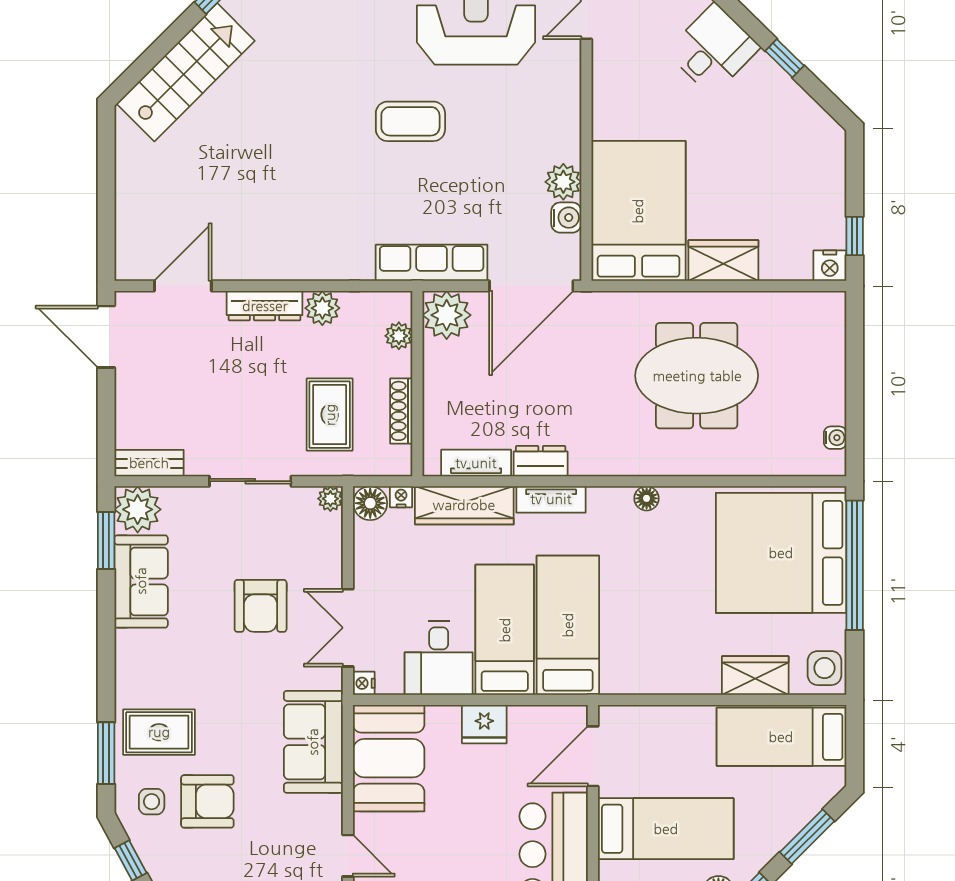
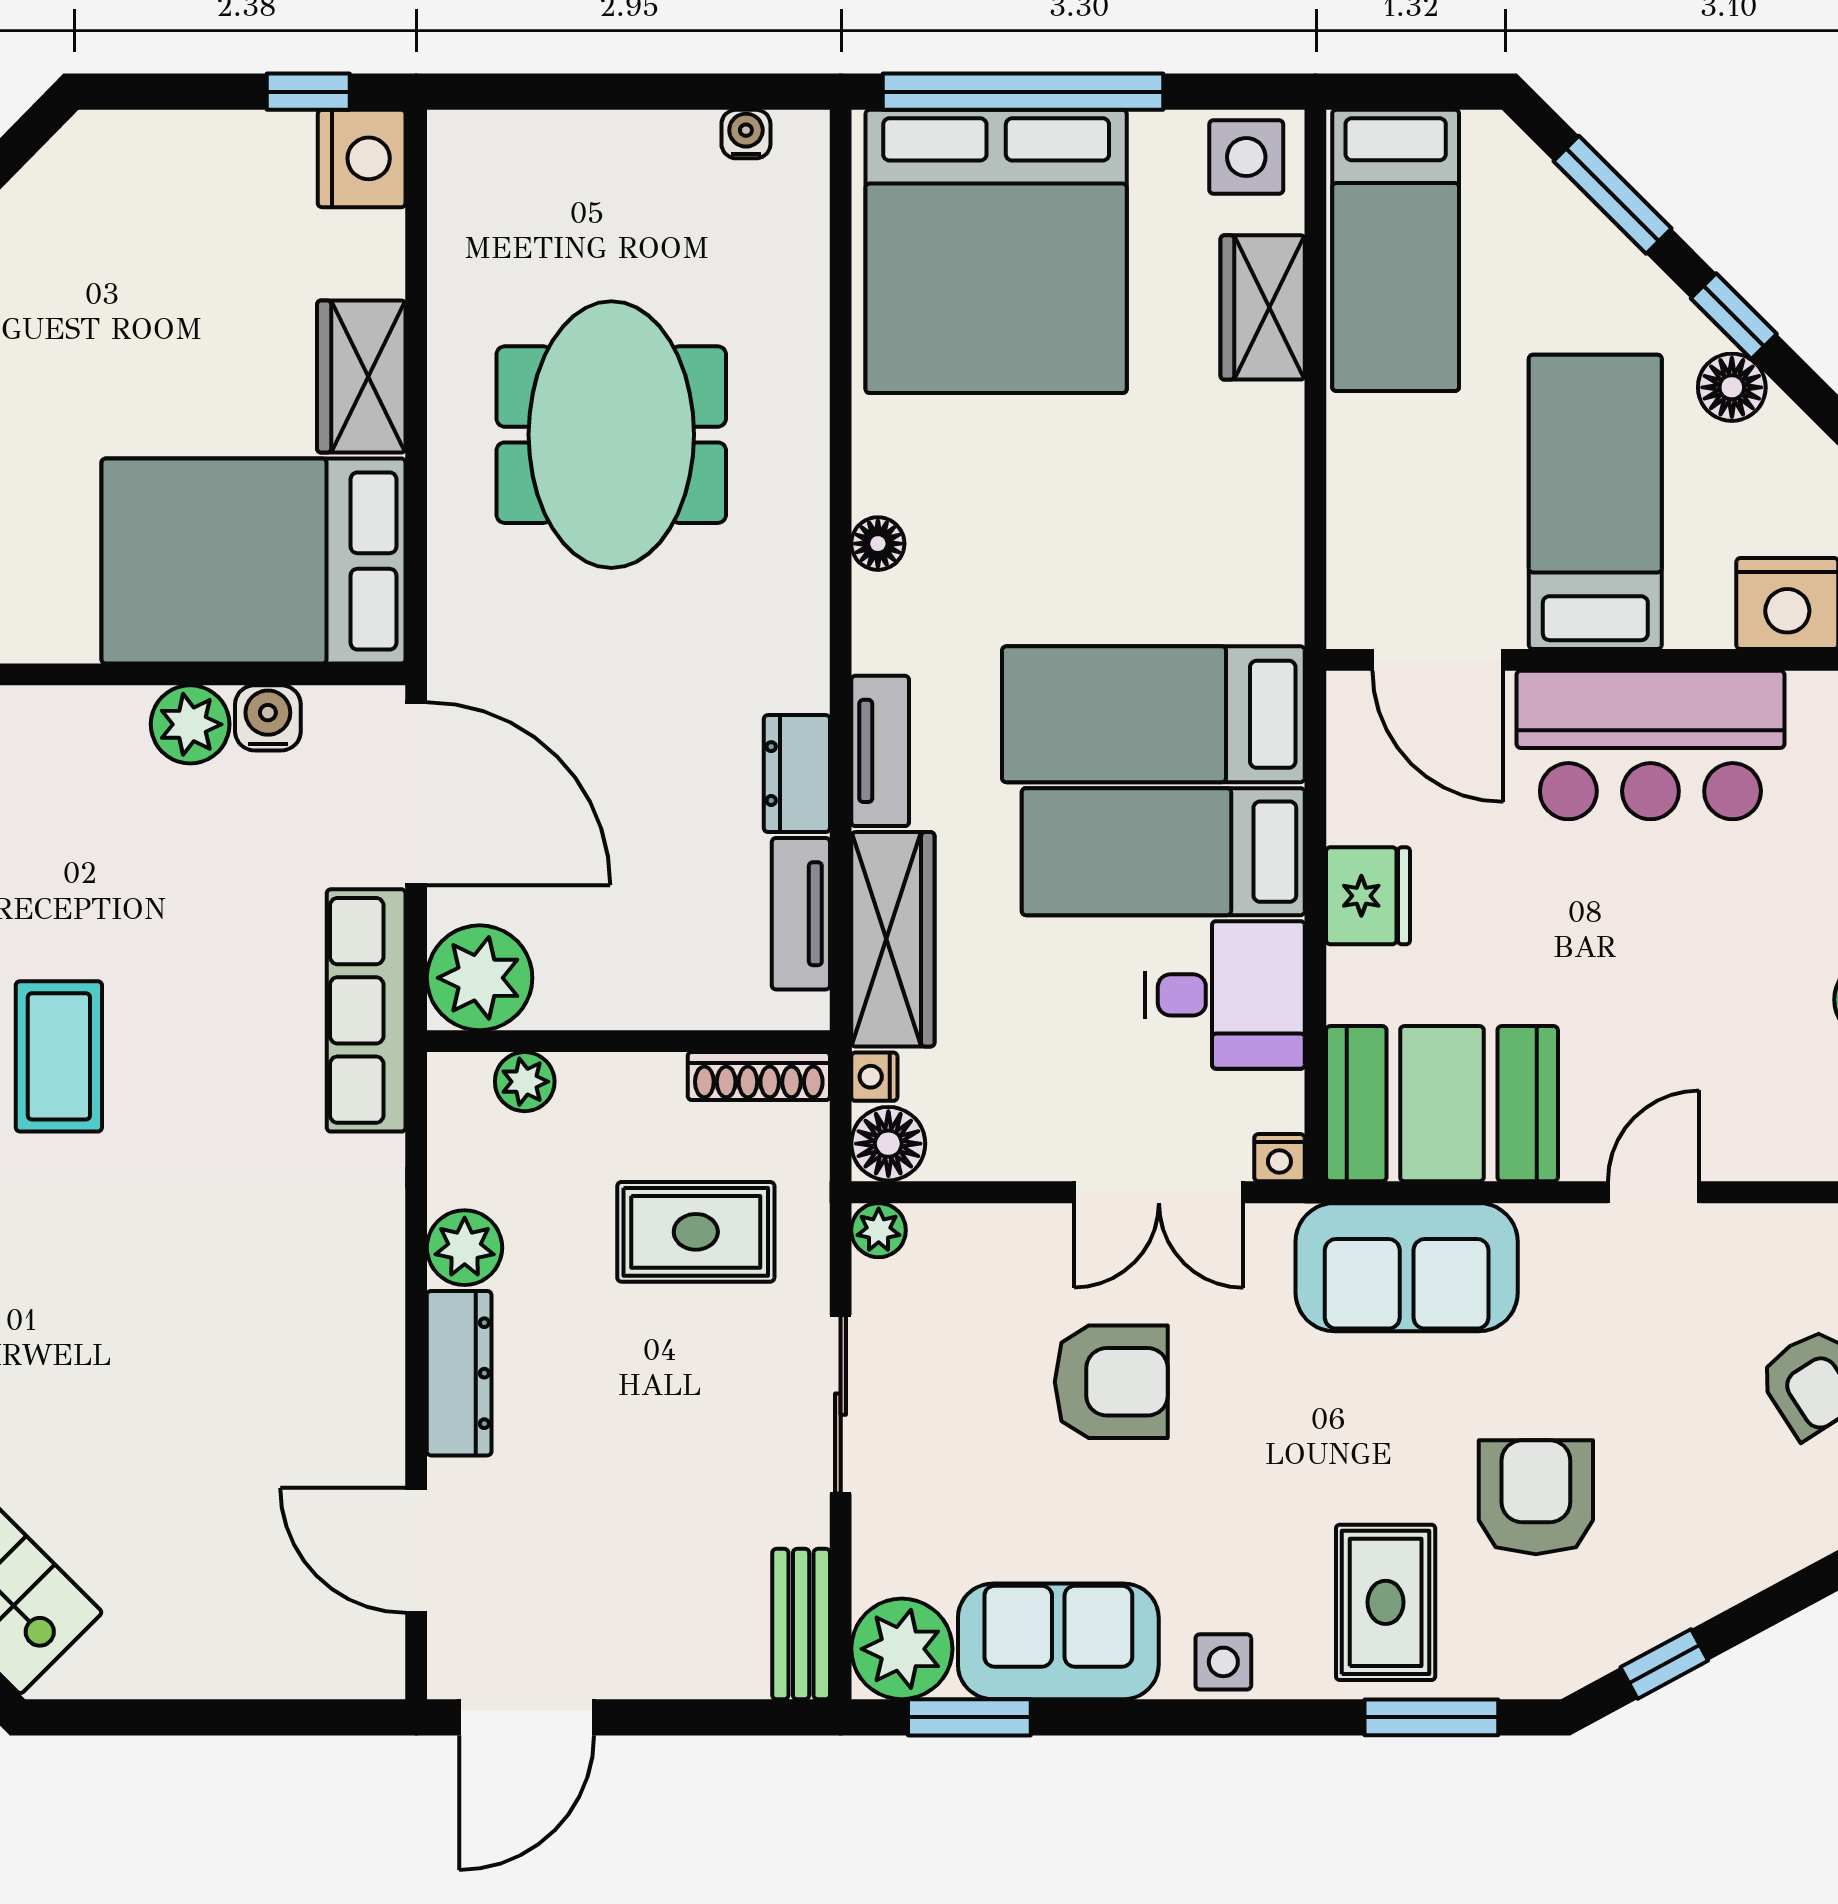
nightstand: (830, 266) -> (362, 158), width x1.36, depth x1.33
shoe rack: (401, 411) -> (759, 1076), moved
side table: (152, 802) -> (1223, 1662), moved

